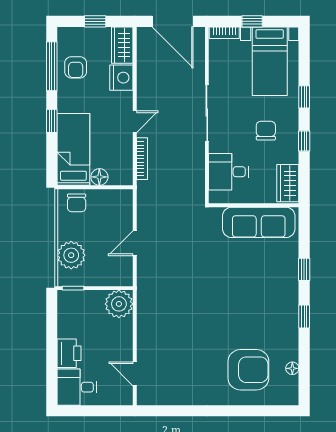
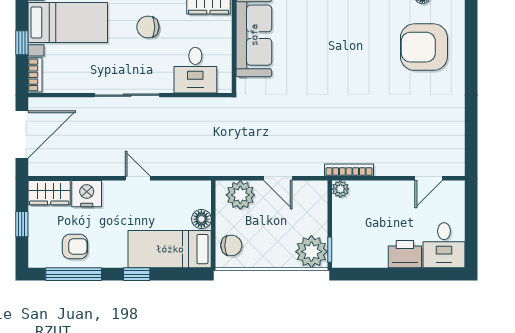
bookcase: (142, 159) -> (349, 170), moved
plant: (120, 211) -> (240, 195), added
plant: (71, 255) -> (311, 252), moved
plant: (119, 304) -> (340, 189), width x0.53, depth x0.53
armchair: (248, 370) -> (424, 47), turned -90

